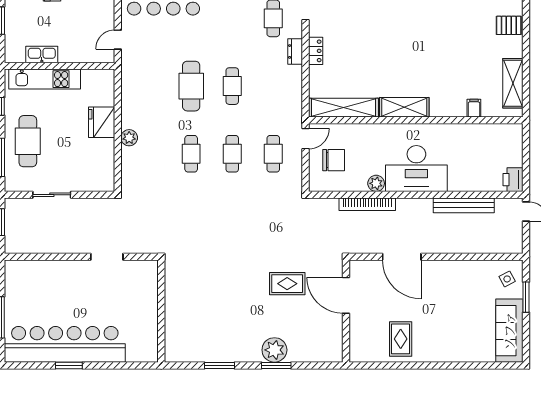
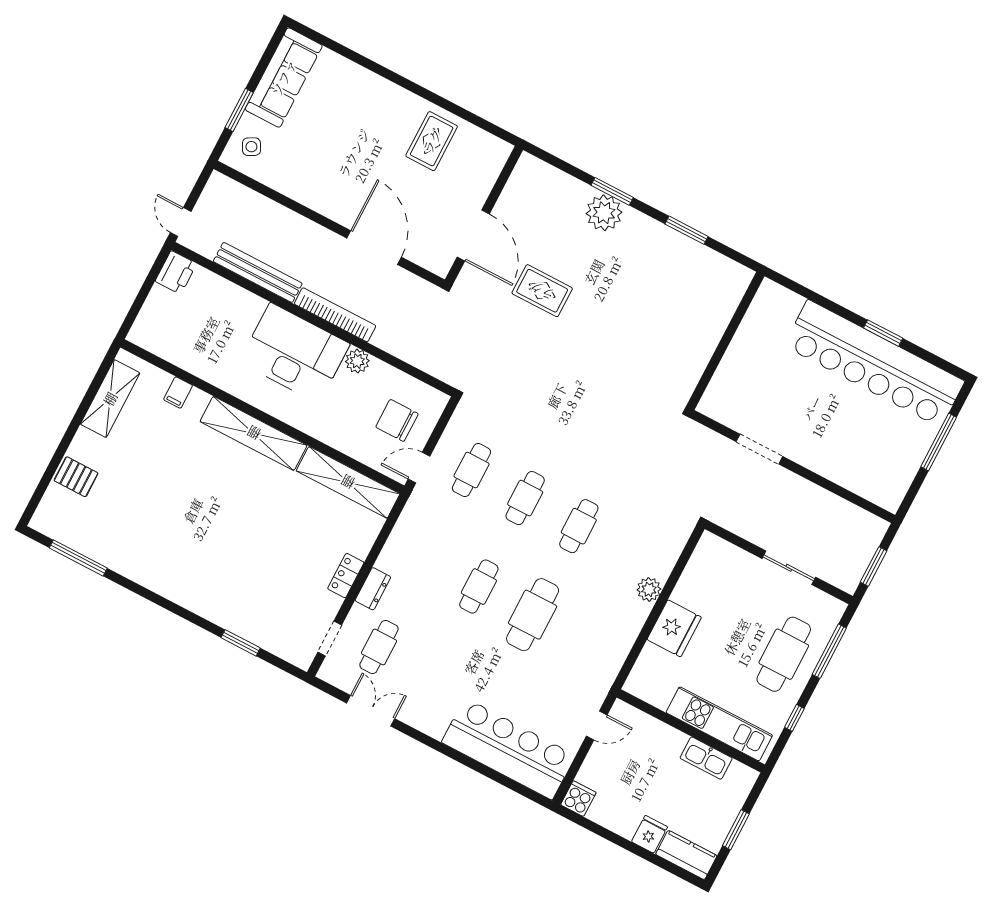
shelving: (404, 107) -> (254, 433), width x1.47
bookcase: (367, 204) -> (335, 315), moved

